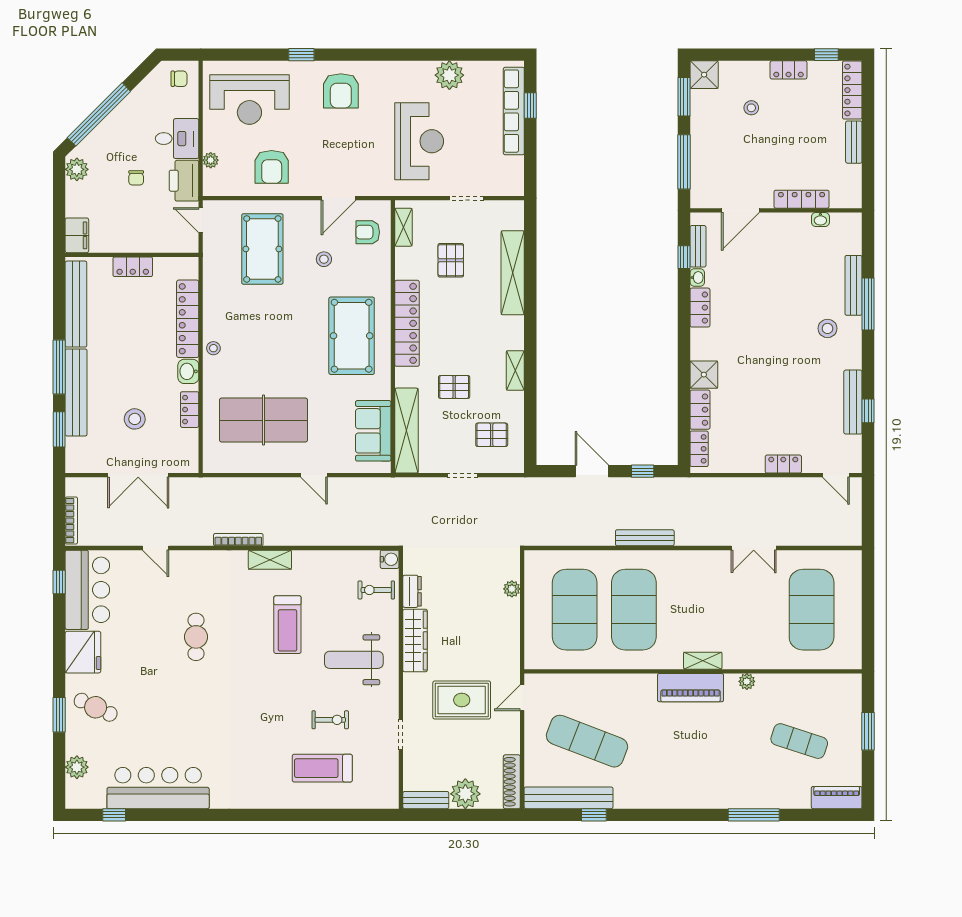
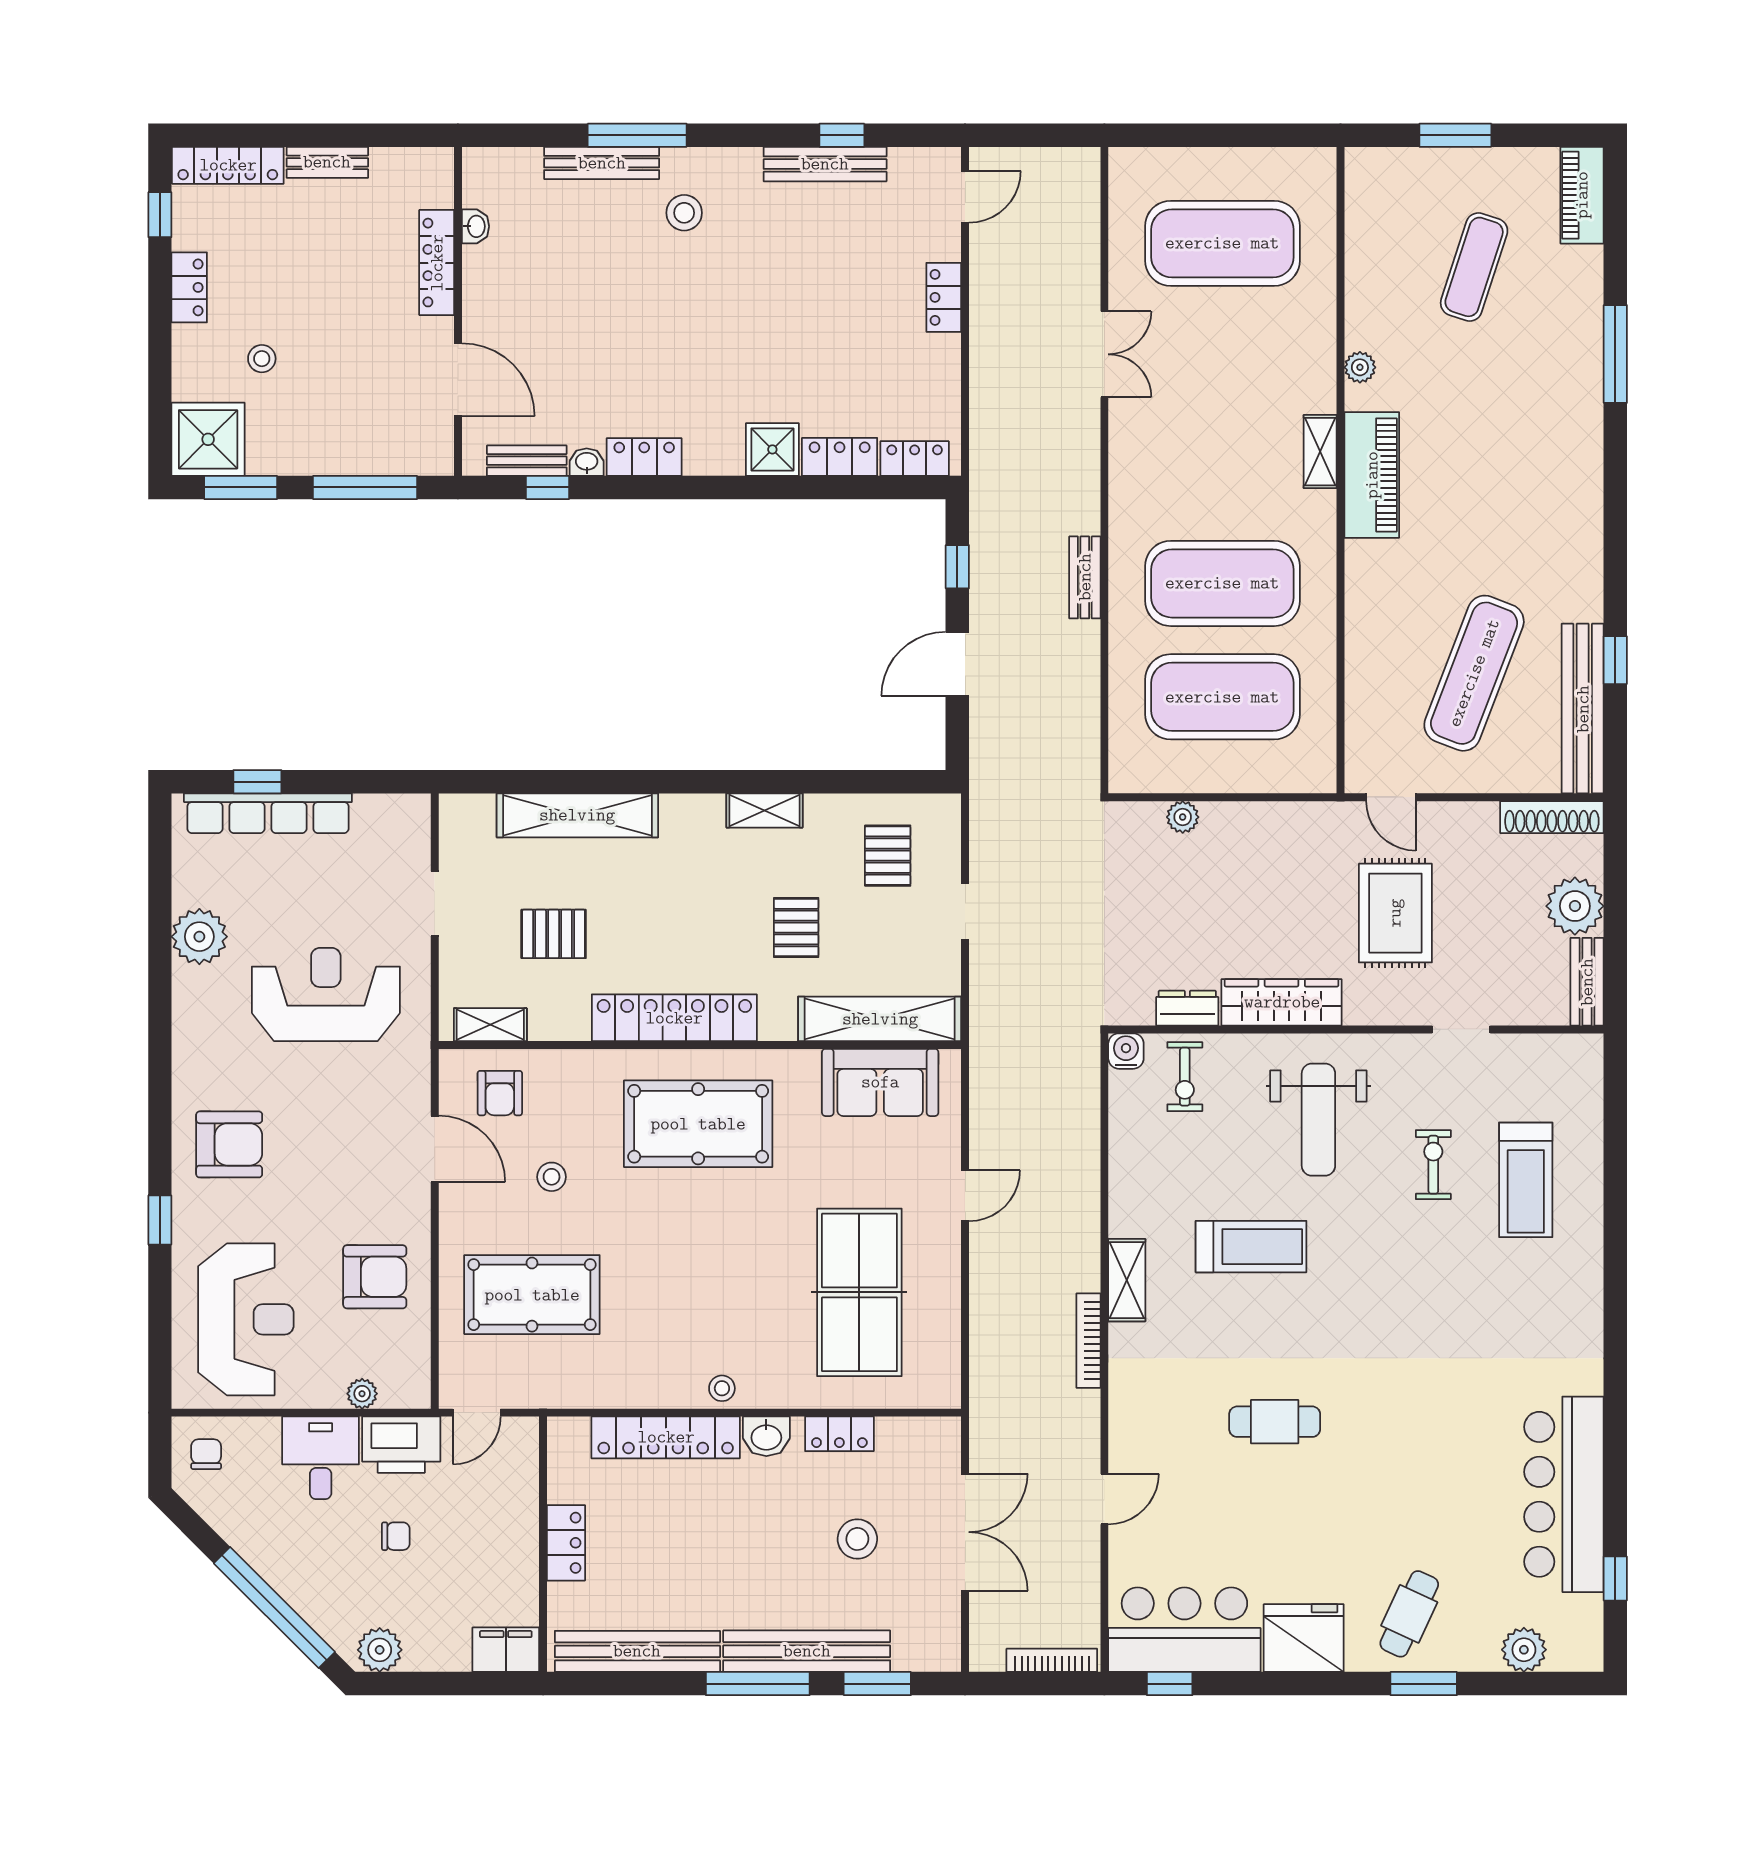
shower: (704, 75) -> (208, 439), width x1.36, depth x1.36
bench: (645, 538) -> (1085, 577), width x0.73

